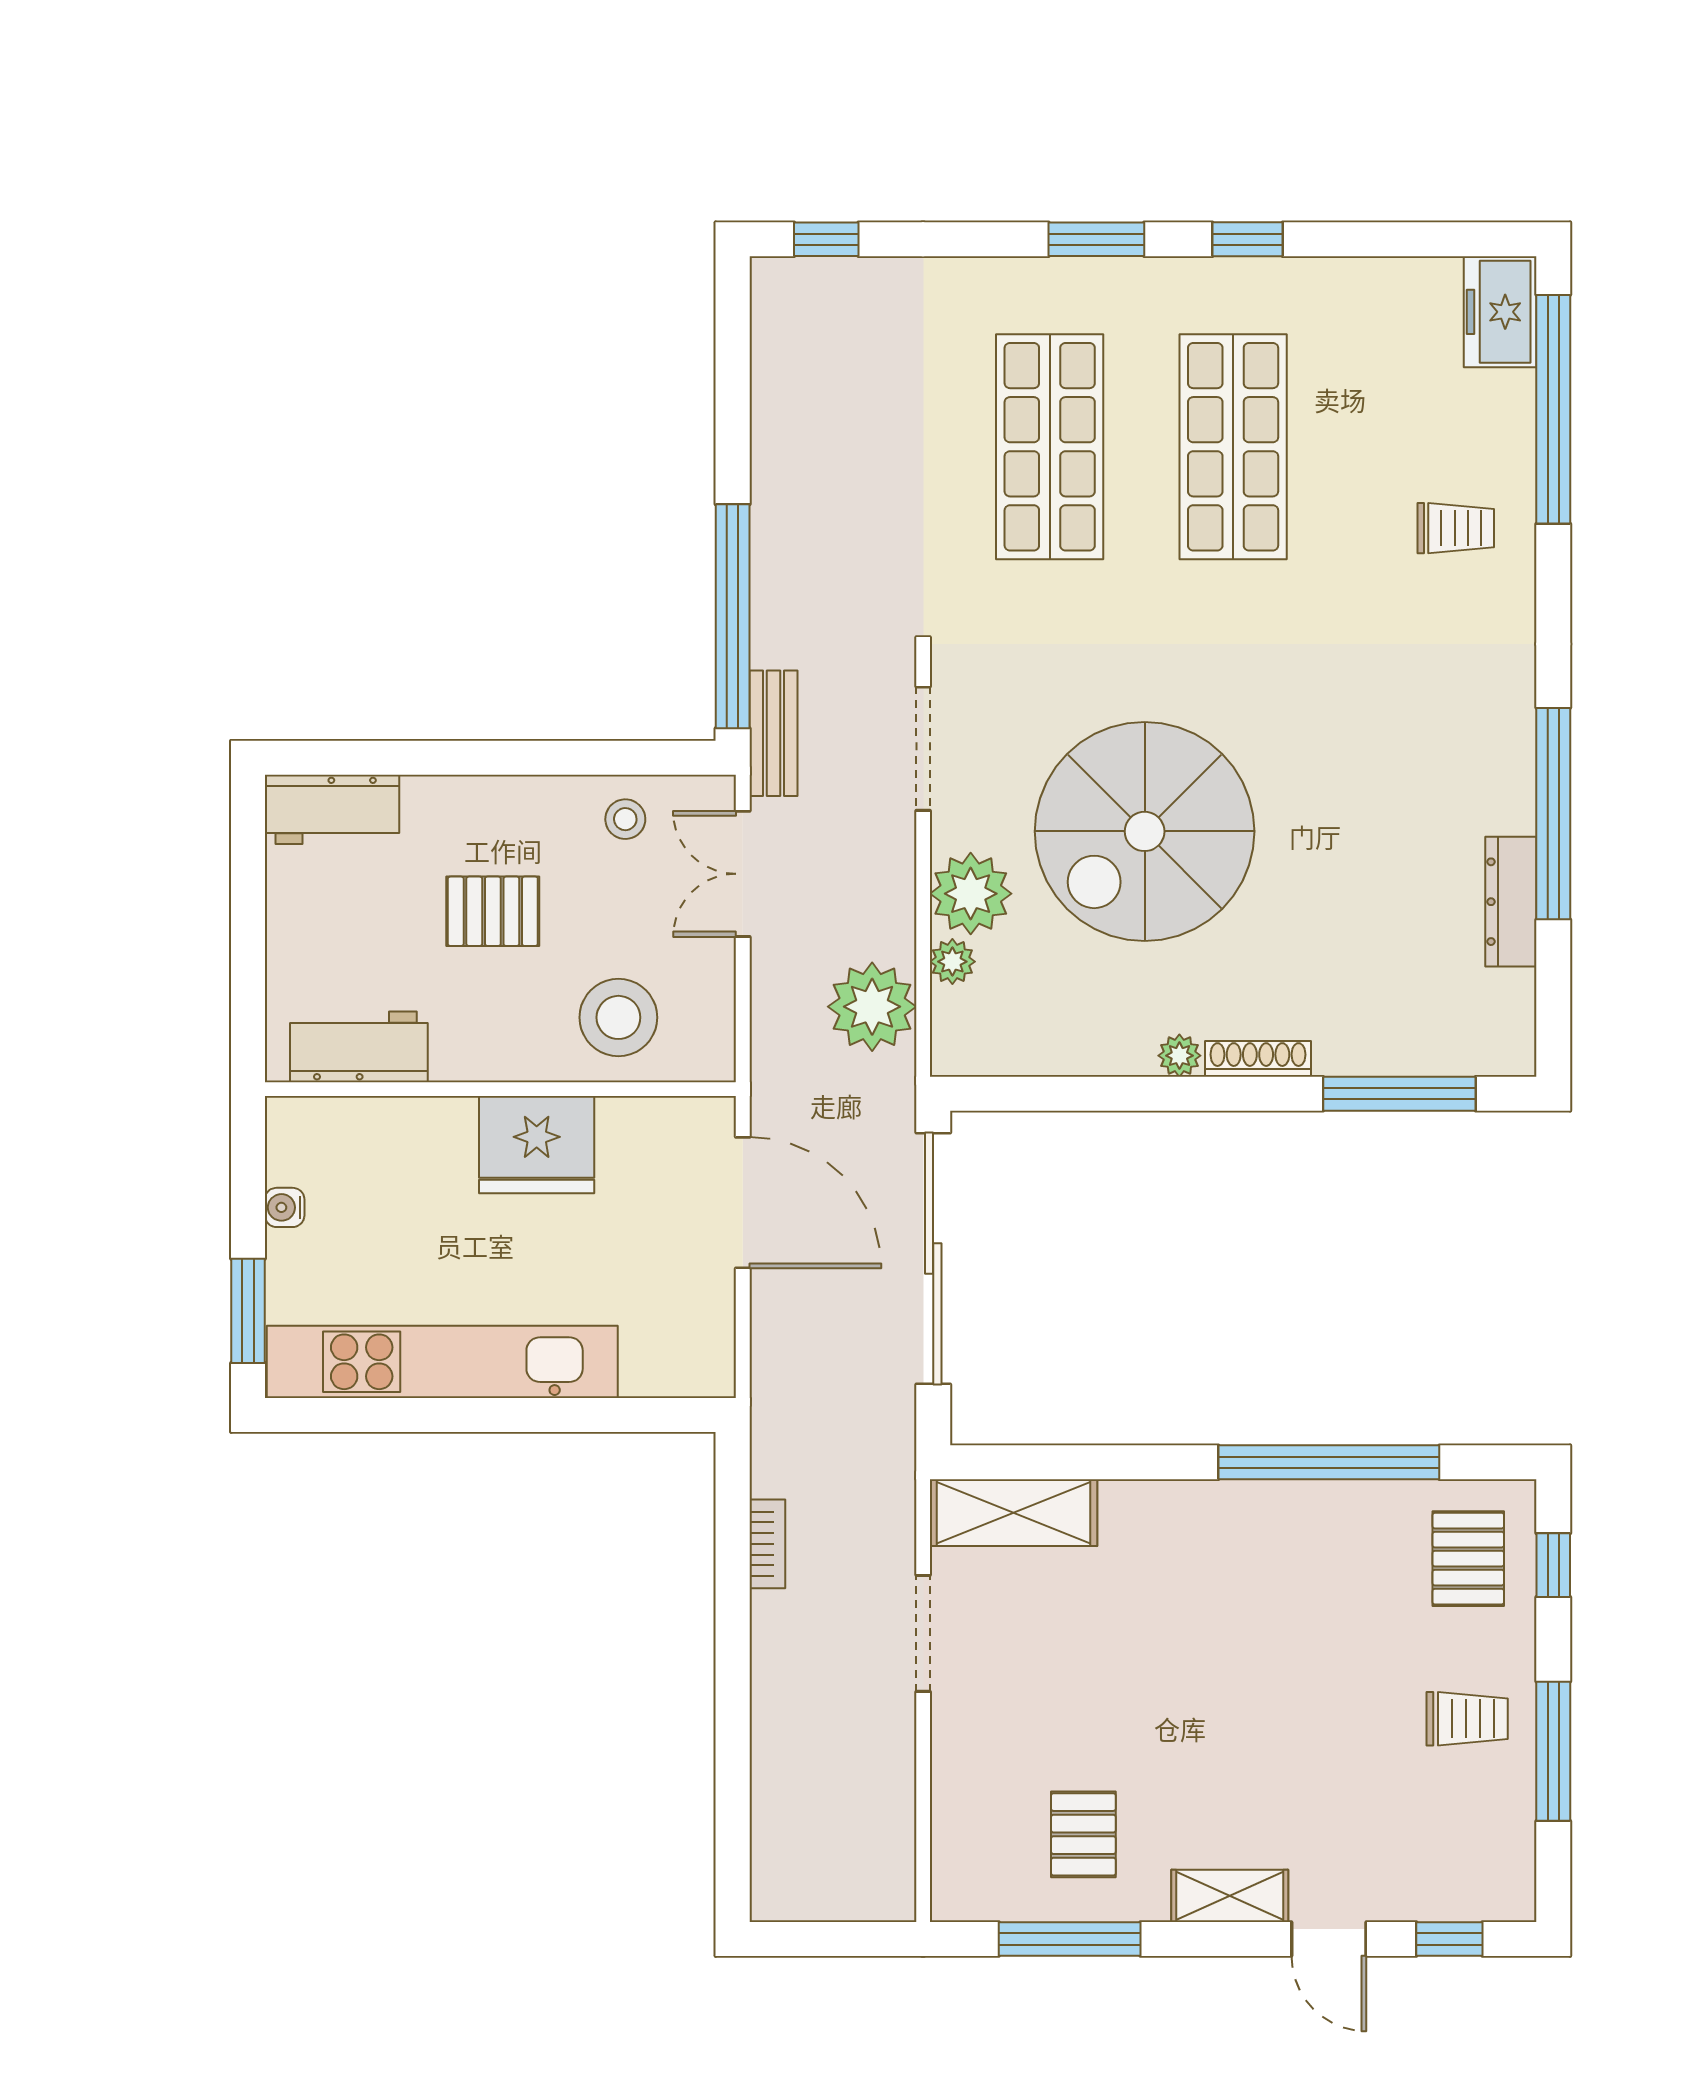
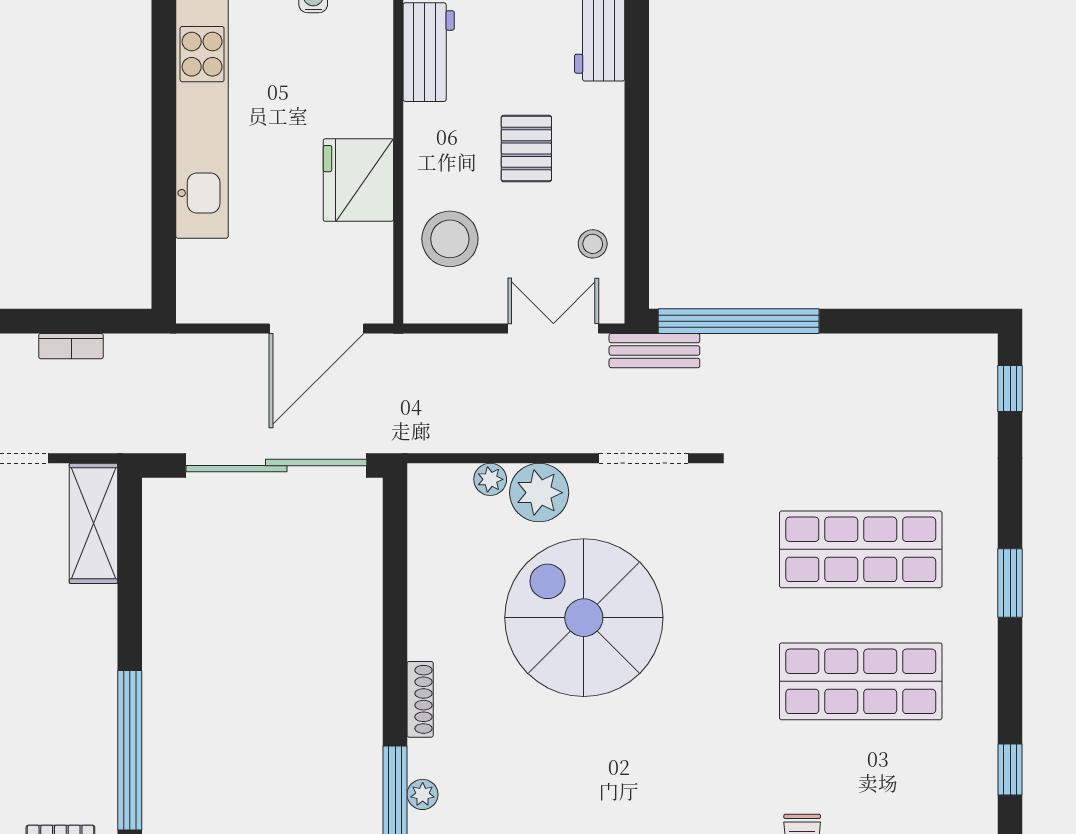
window: (1247, 239) -> (1010, 770), moved
plant: (872, 1007) -> (458, 421), removed
plant: (1179, 1056) -> (423, 794), moved

